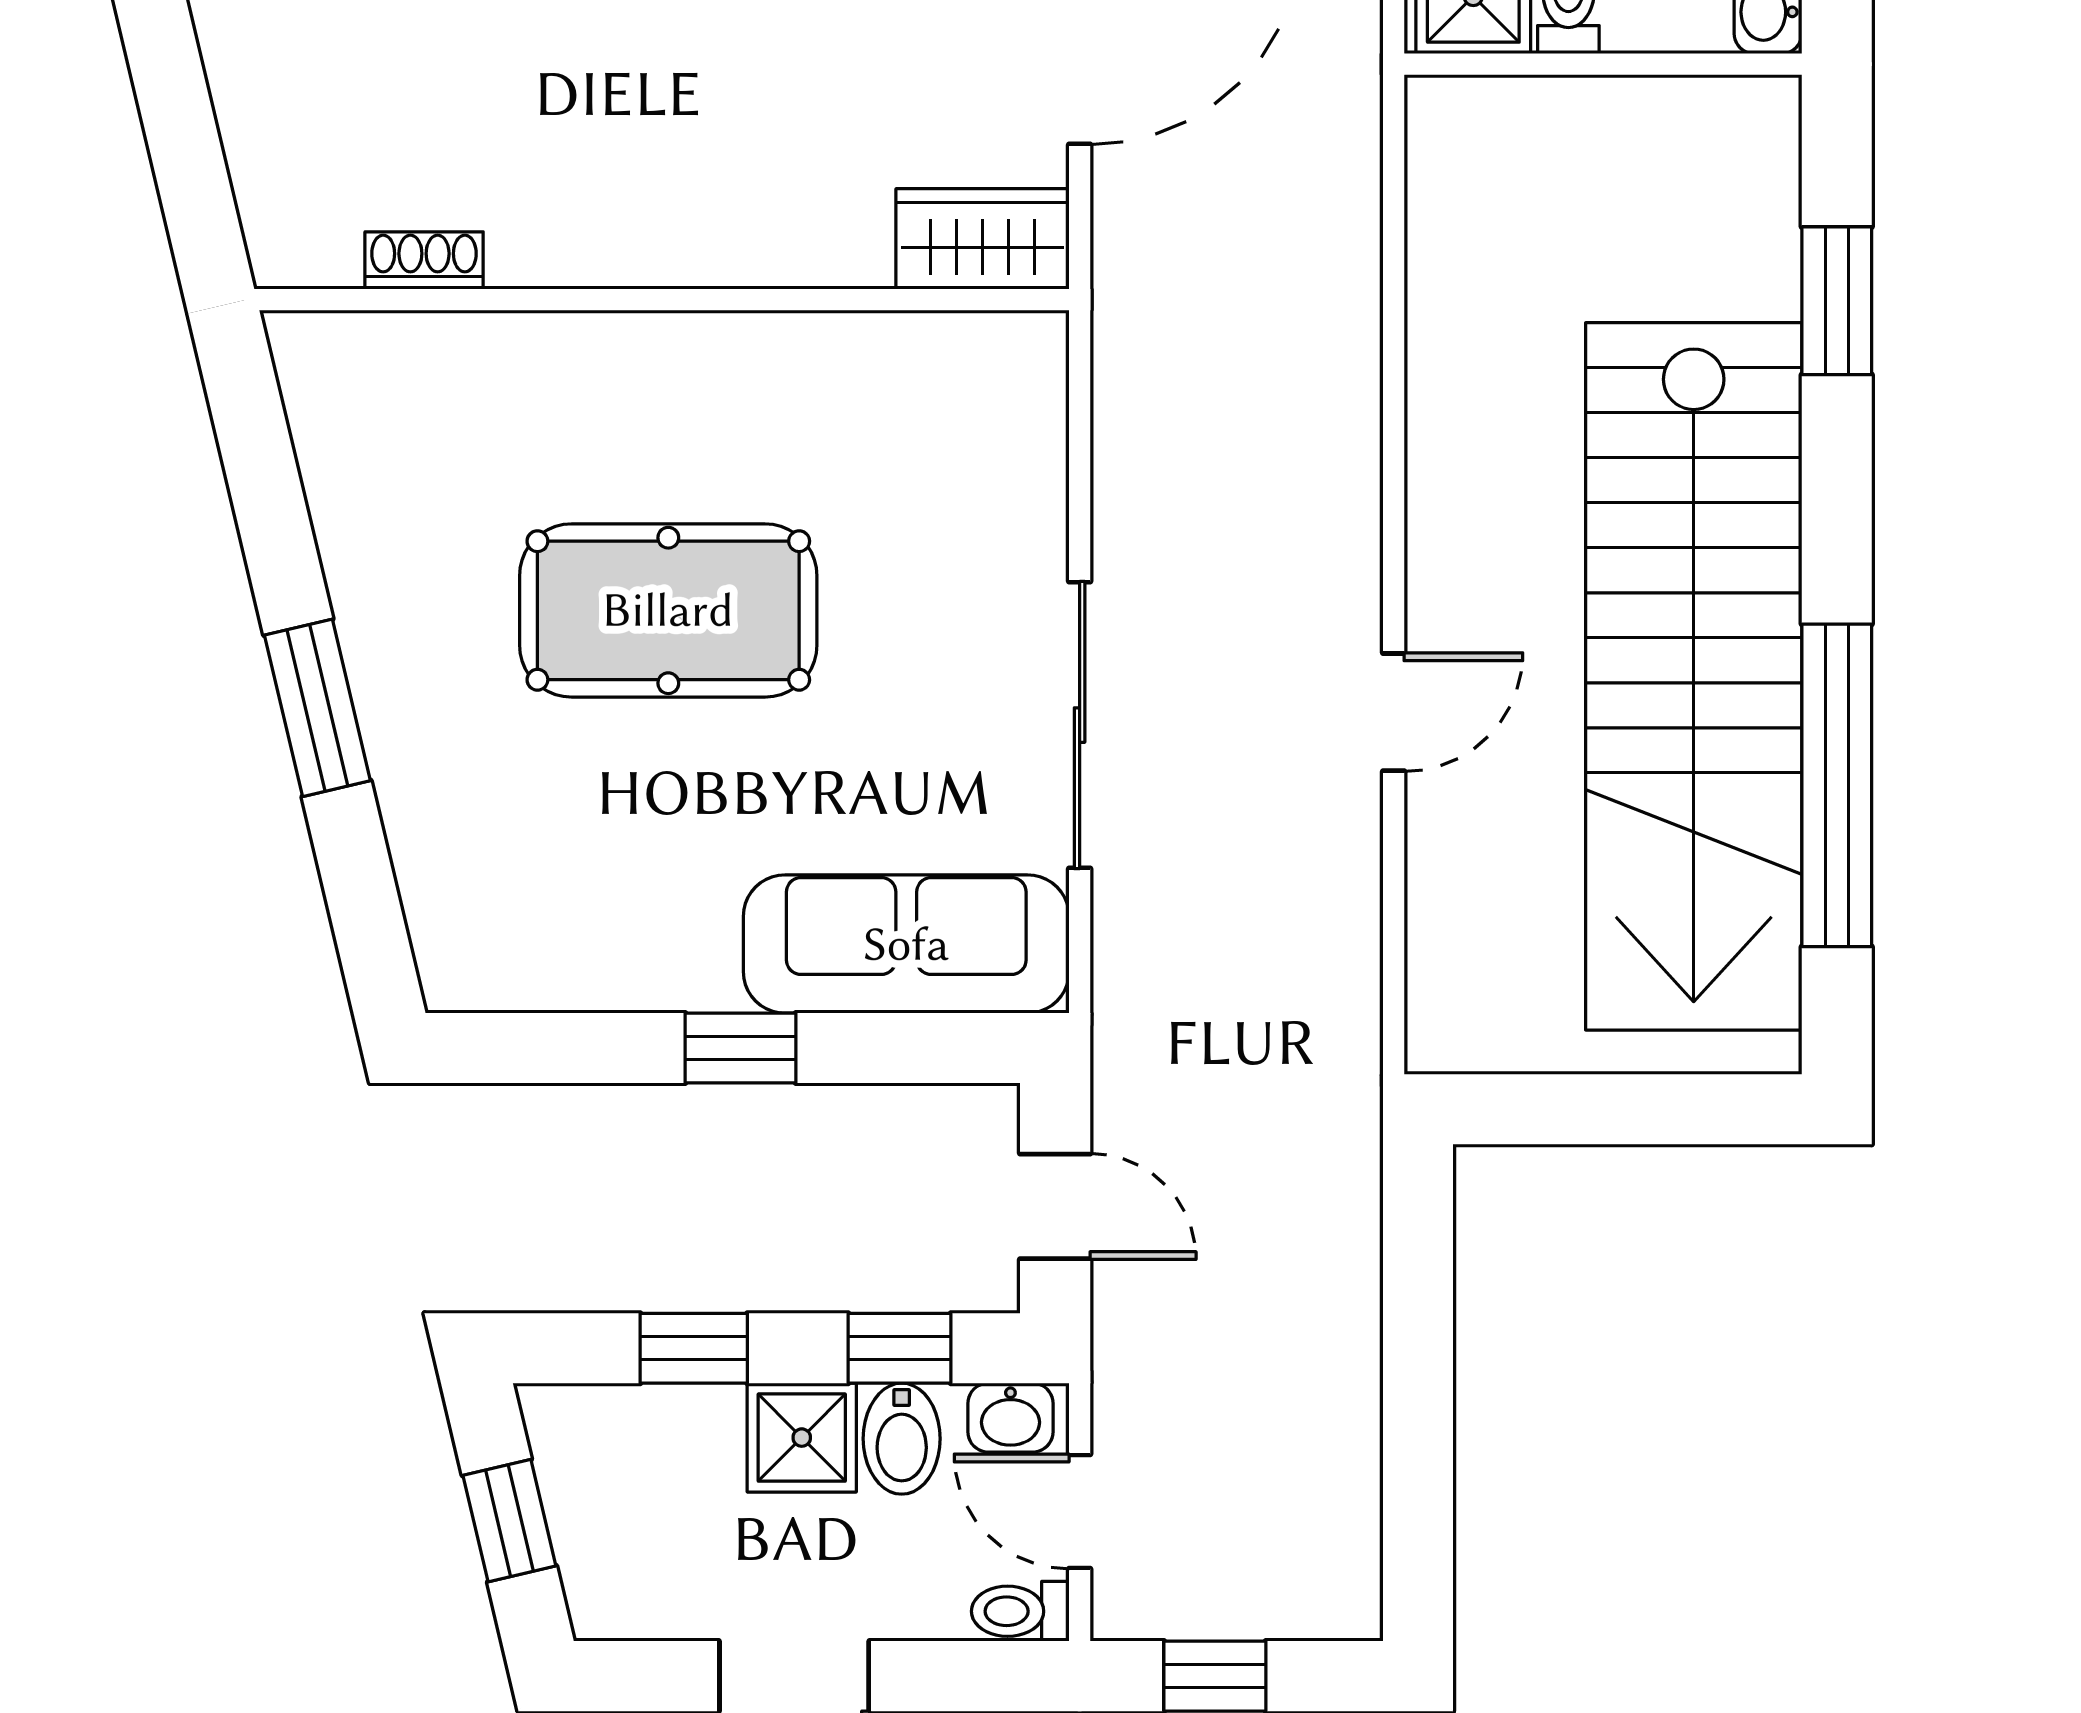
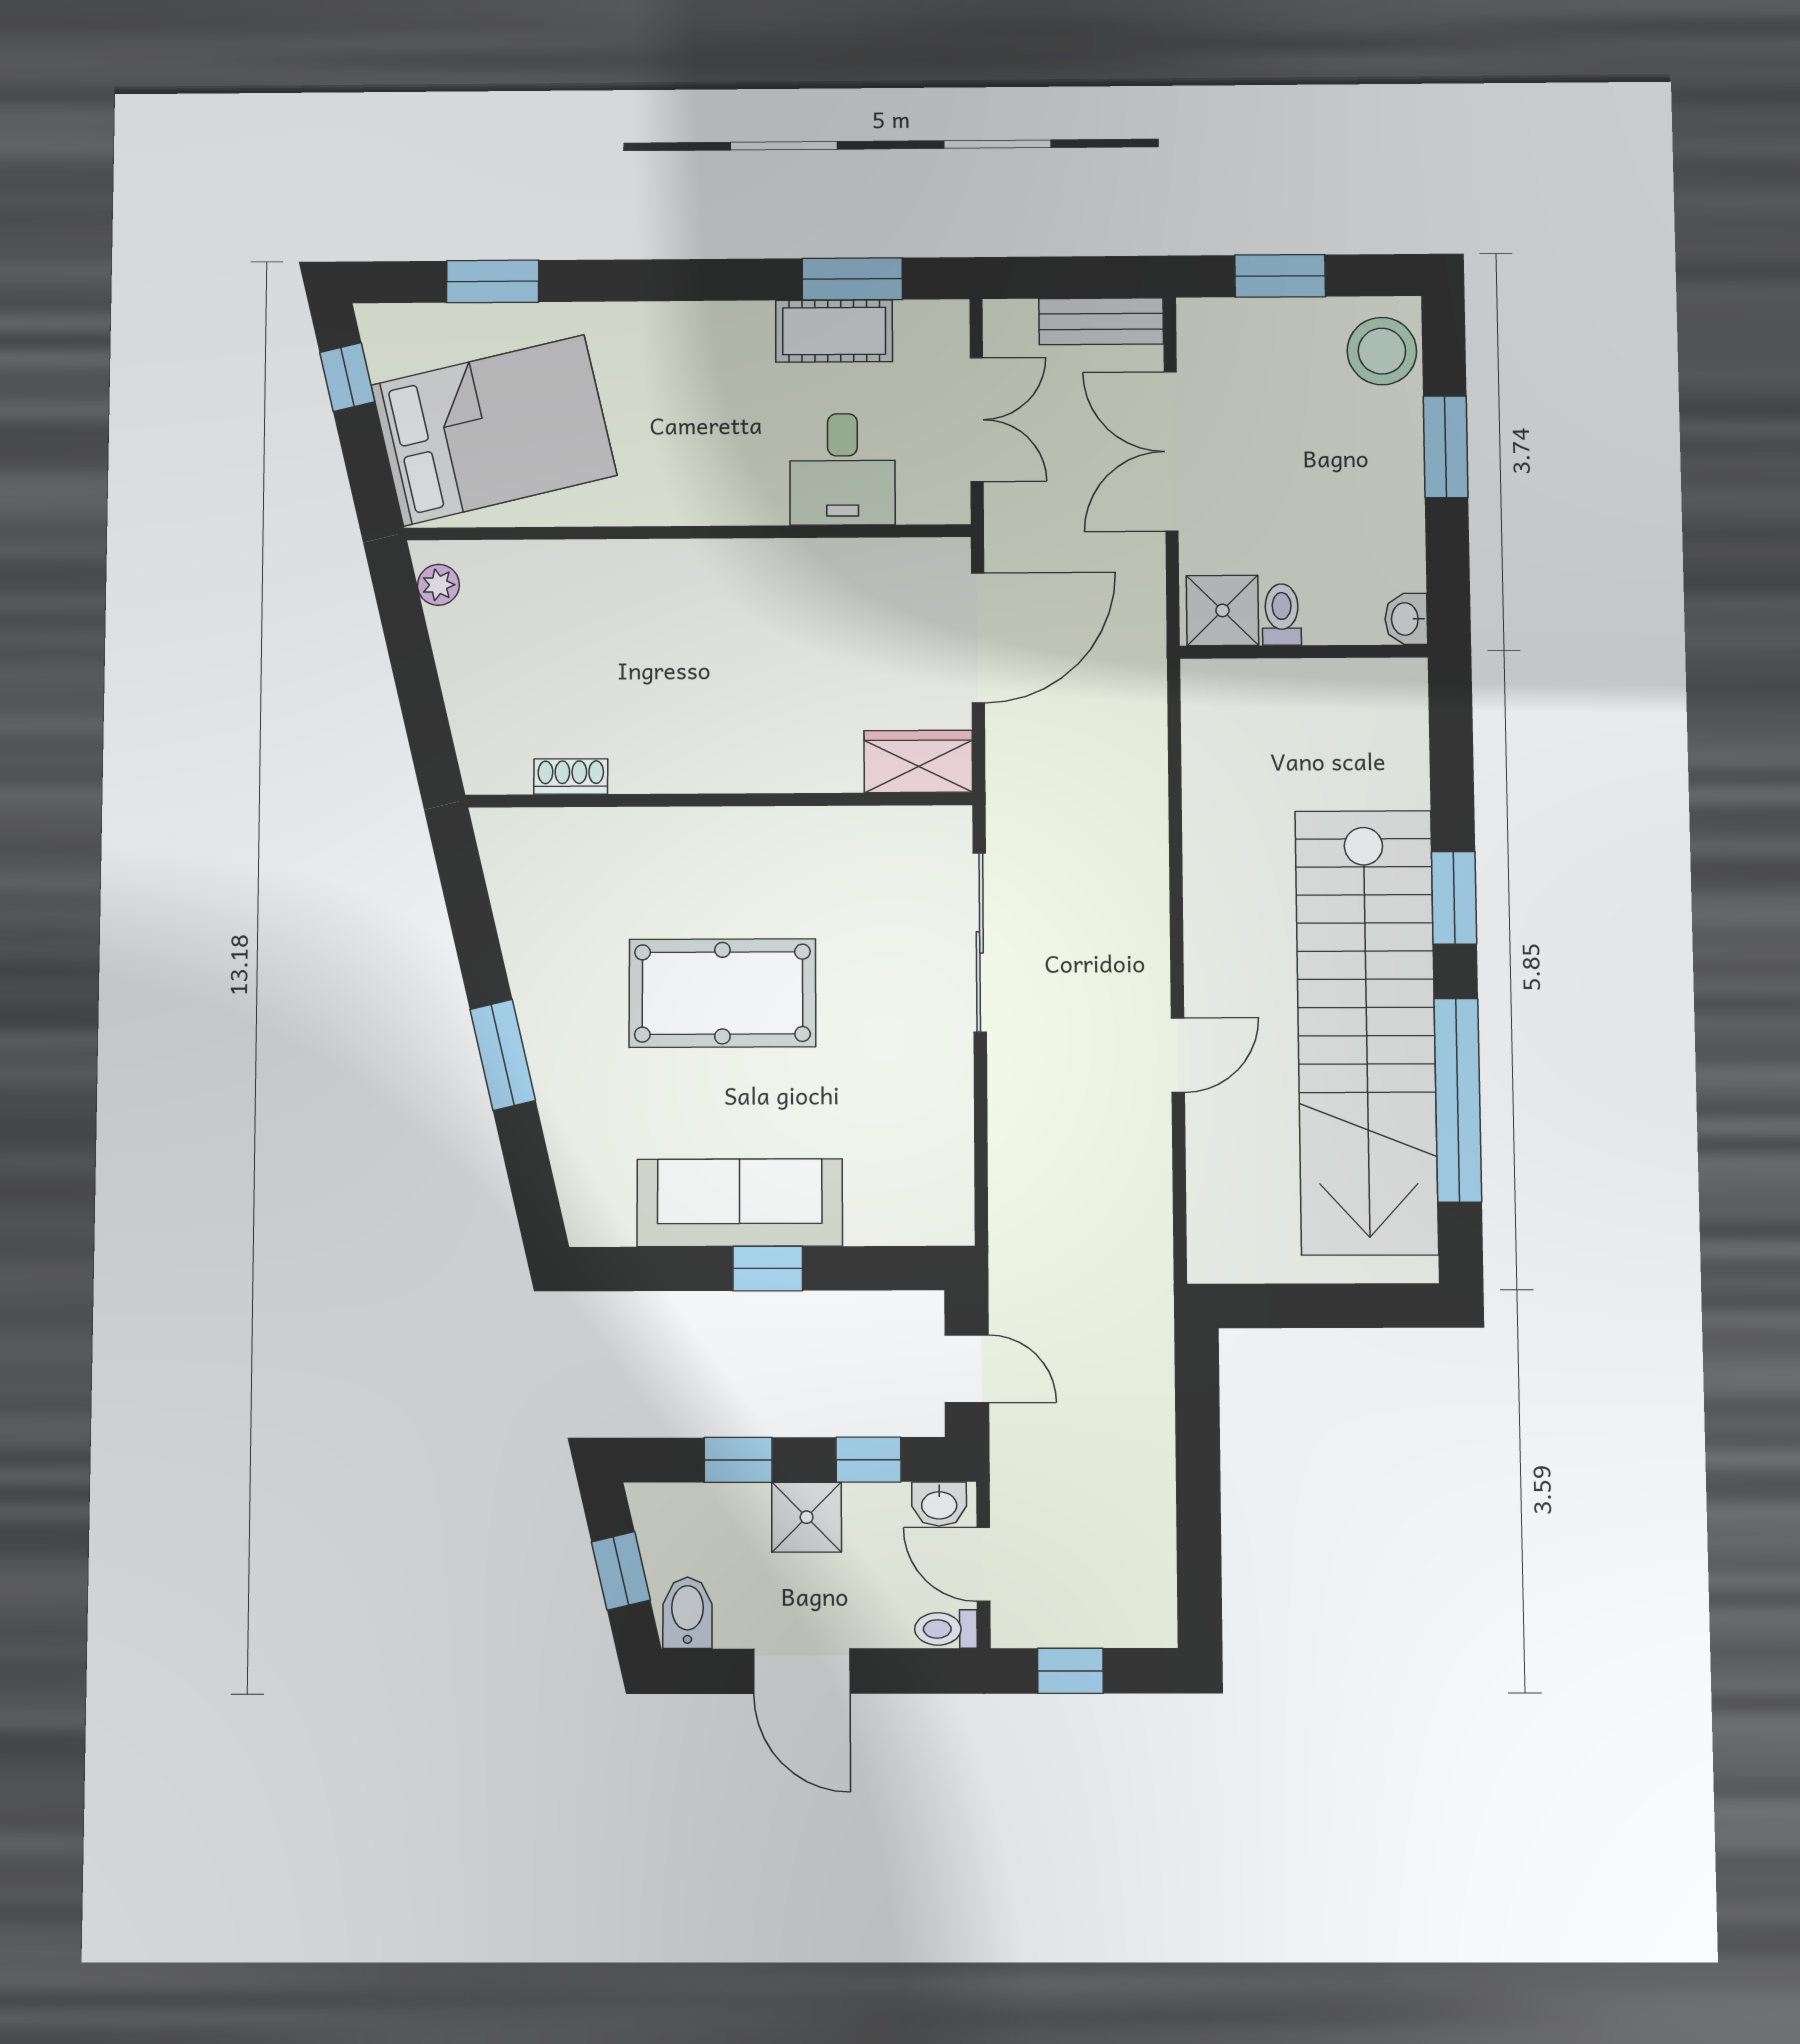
window: (1837, 301) -> (1454, 898), moved
sliding door: (1080, 725) -> (980, 942), moved
sofa: (906, 944) -> (740, 1203), moved
bidet: (902, 1439) -> (687, 1613), moved, turned 180

